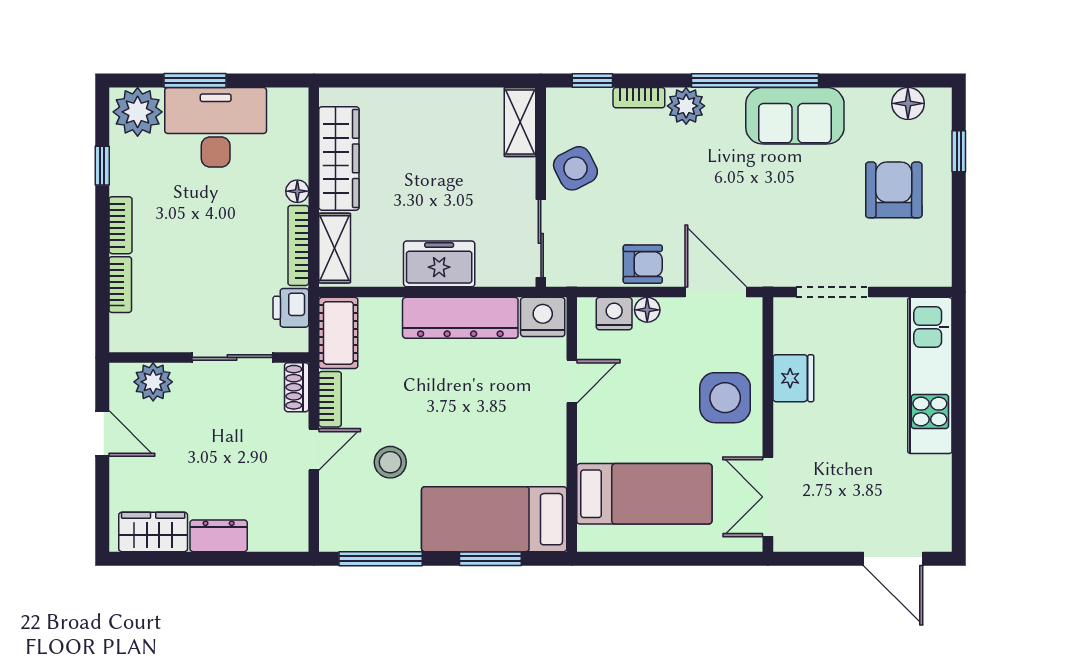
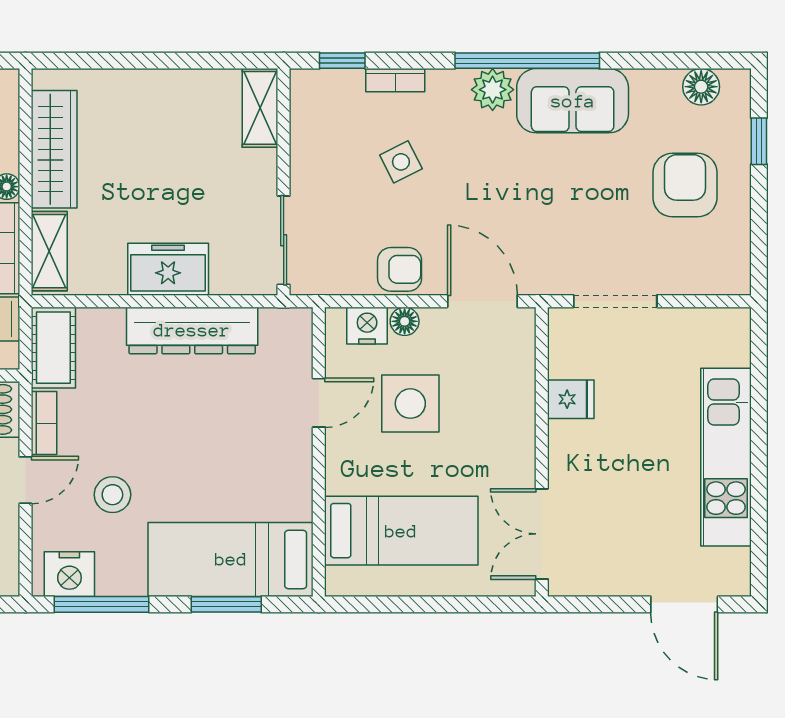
plant: (686, 106) -> (493, 90), moved
side table: (575, 168) -> (401, 162), moved, width x0.73, depth x0.73
nightstand: (543, 317) -> (69, 574), moved, turned 180
kitchen unit: (930, 375) -> (726, 457), moved
fridge: (793, 378) -> (571, 399), width x0.72
side table: (725, 398) -> (410, 404), moved

